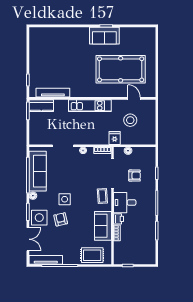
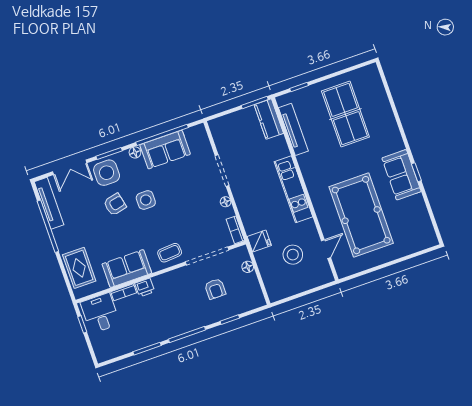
table tennis table: (55, 57) -> (345, 114), added
sofa: (38, 171) -> (165, 150), width x0.73
desk: (125, 203) -> (100, 313), moved

